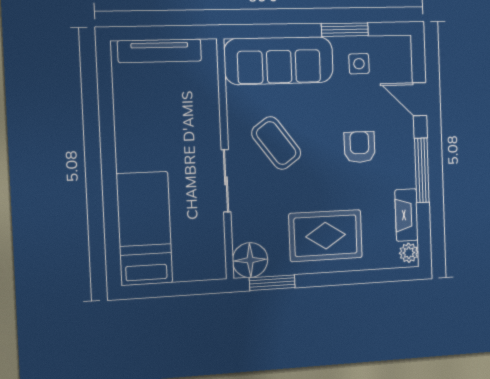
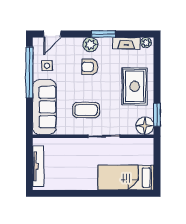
window: (345, 30) -> (29, 72), width x2.11
door: (419, 99) -> (52, 34), moved
coffee table: (276, 143) -> (86, 110), turned 36
plant: (401, 146) -> (90, 45), added
window: (422, 170) -> (103, 34), width x0.69

